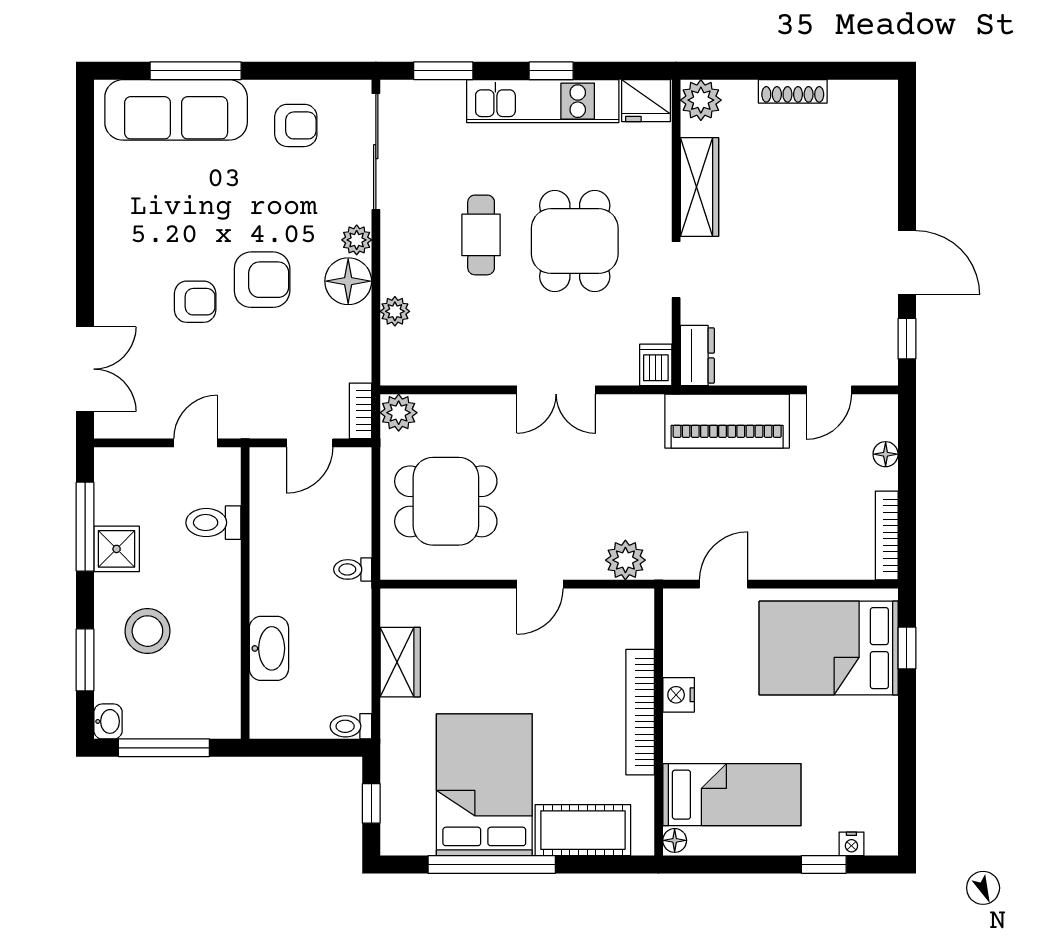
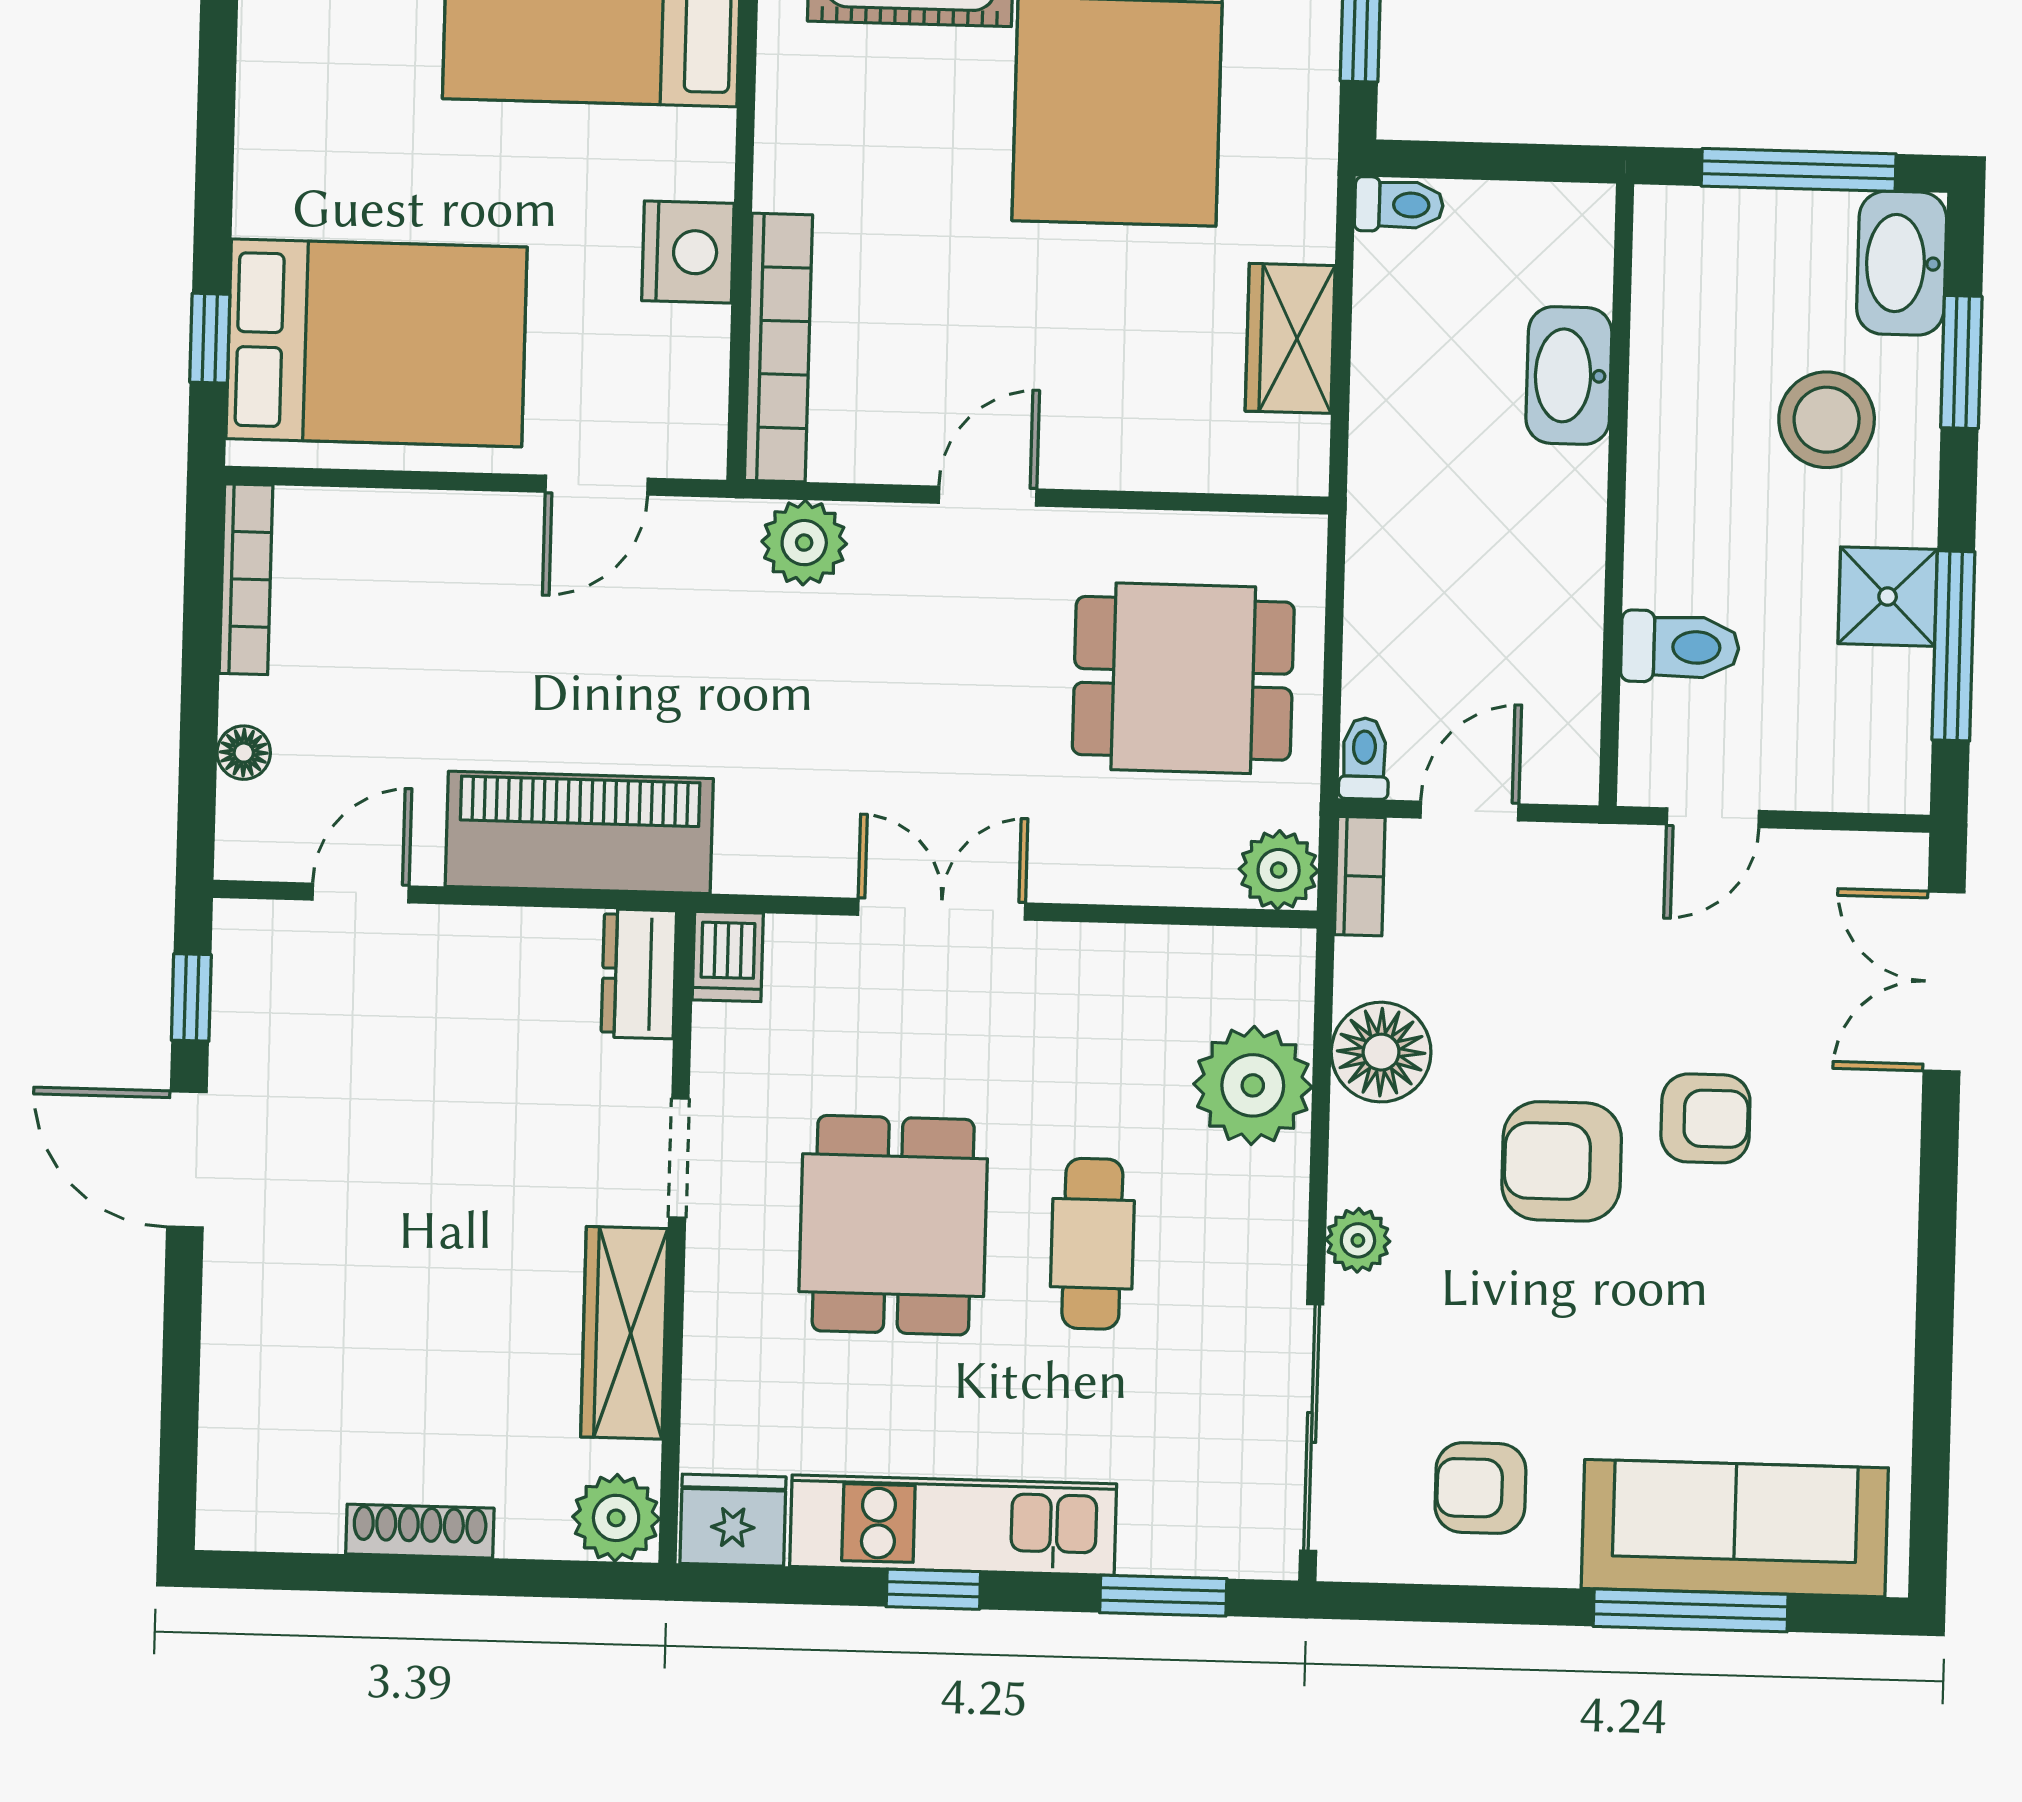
floor lamp: (348, 281) -> (1381, 1052), moved
armchair: (195, 302) -> (1705, 1118), turned 180
plant: (395, 311) -> (1253, 1085), width x1.87, depth x1.87
toilet: (353, 569) -> (1364, 759), moved, turned -90
nightstand: (679, 695) -> (688, 252), width x1.36, depth x1.33
bookcase: (640, 712) -> (778, 348), moved
washbasin: (108, 721) -> (1902, 263), width x1.91, depth x1.45

